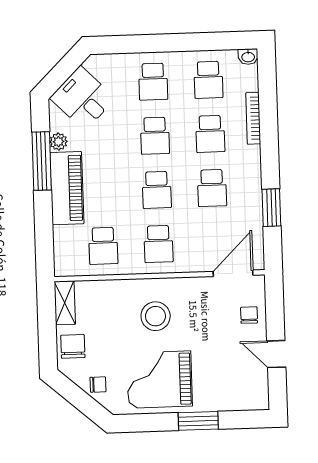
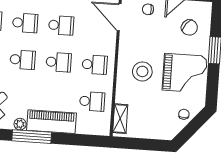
shelving: (65, 303) -> (120, 119), moved, turned 90
chair: (73, 346) -> (189, 27), moved, turned -142
grand piano: (159, 379) -> (185, 73), turned -90

